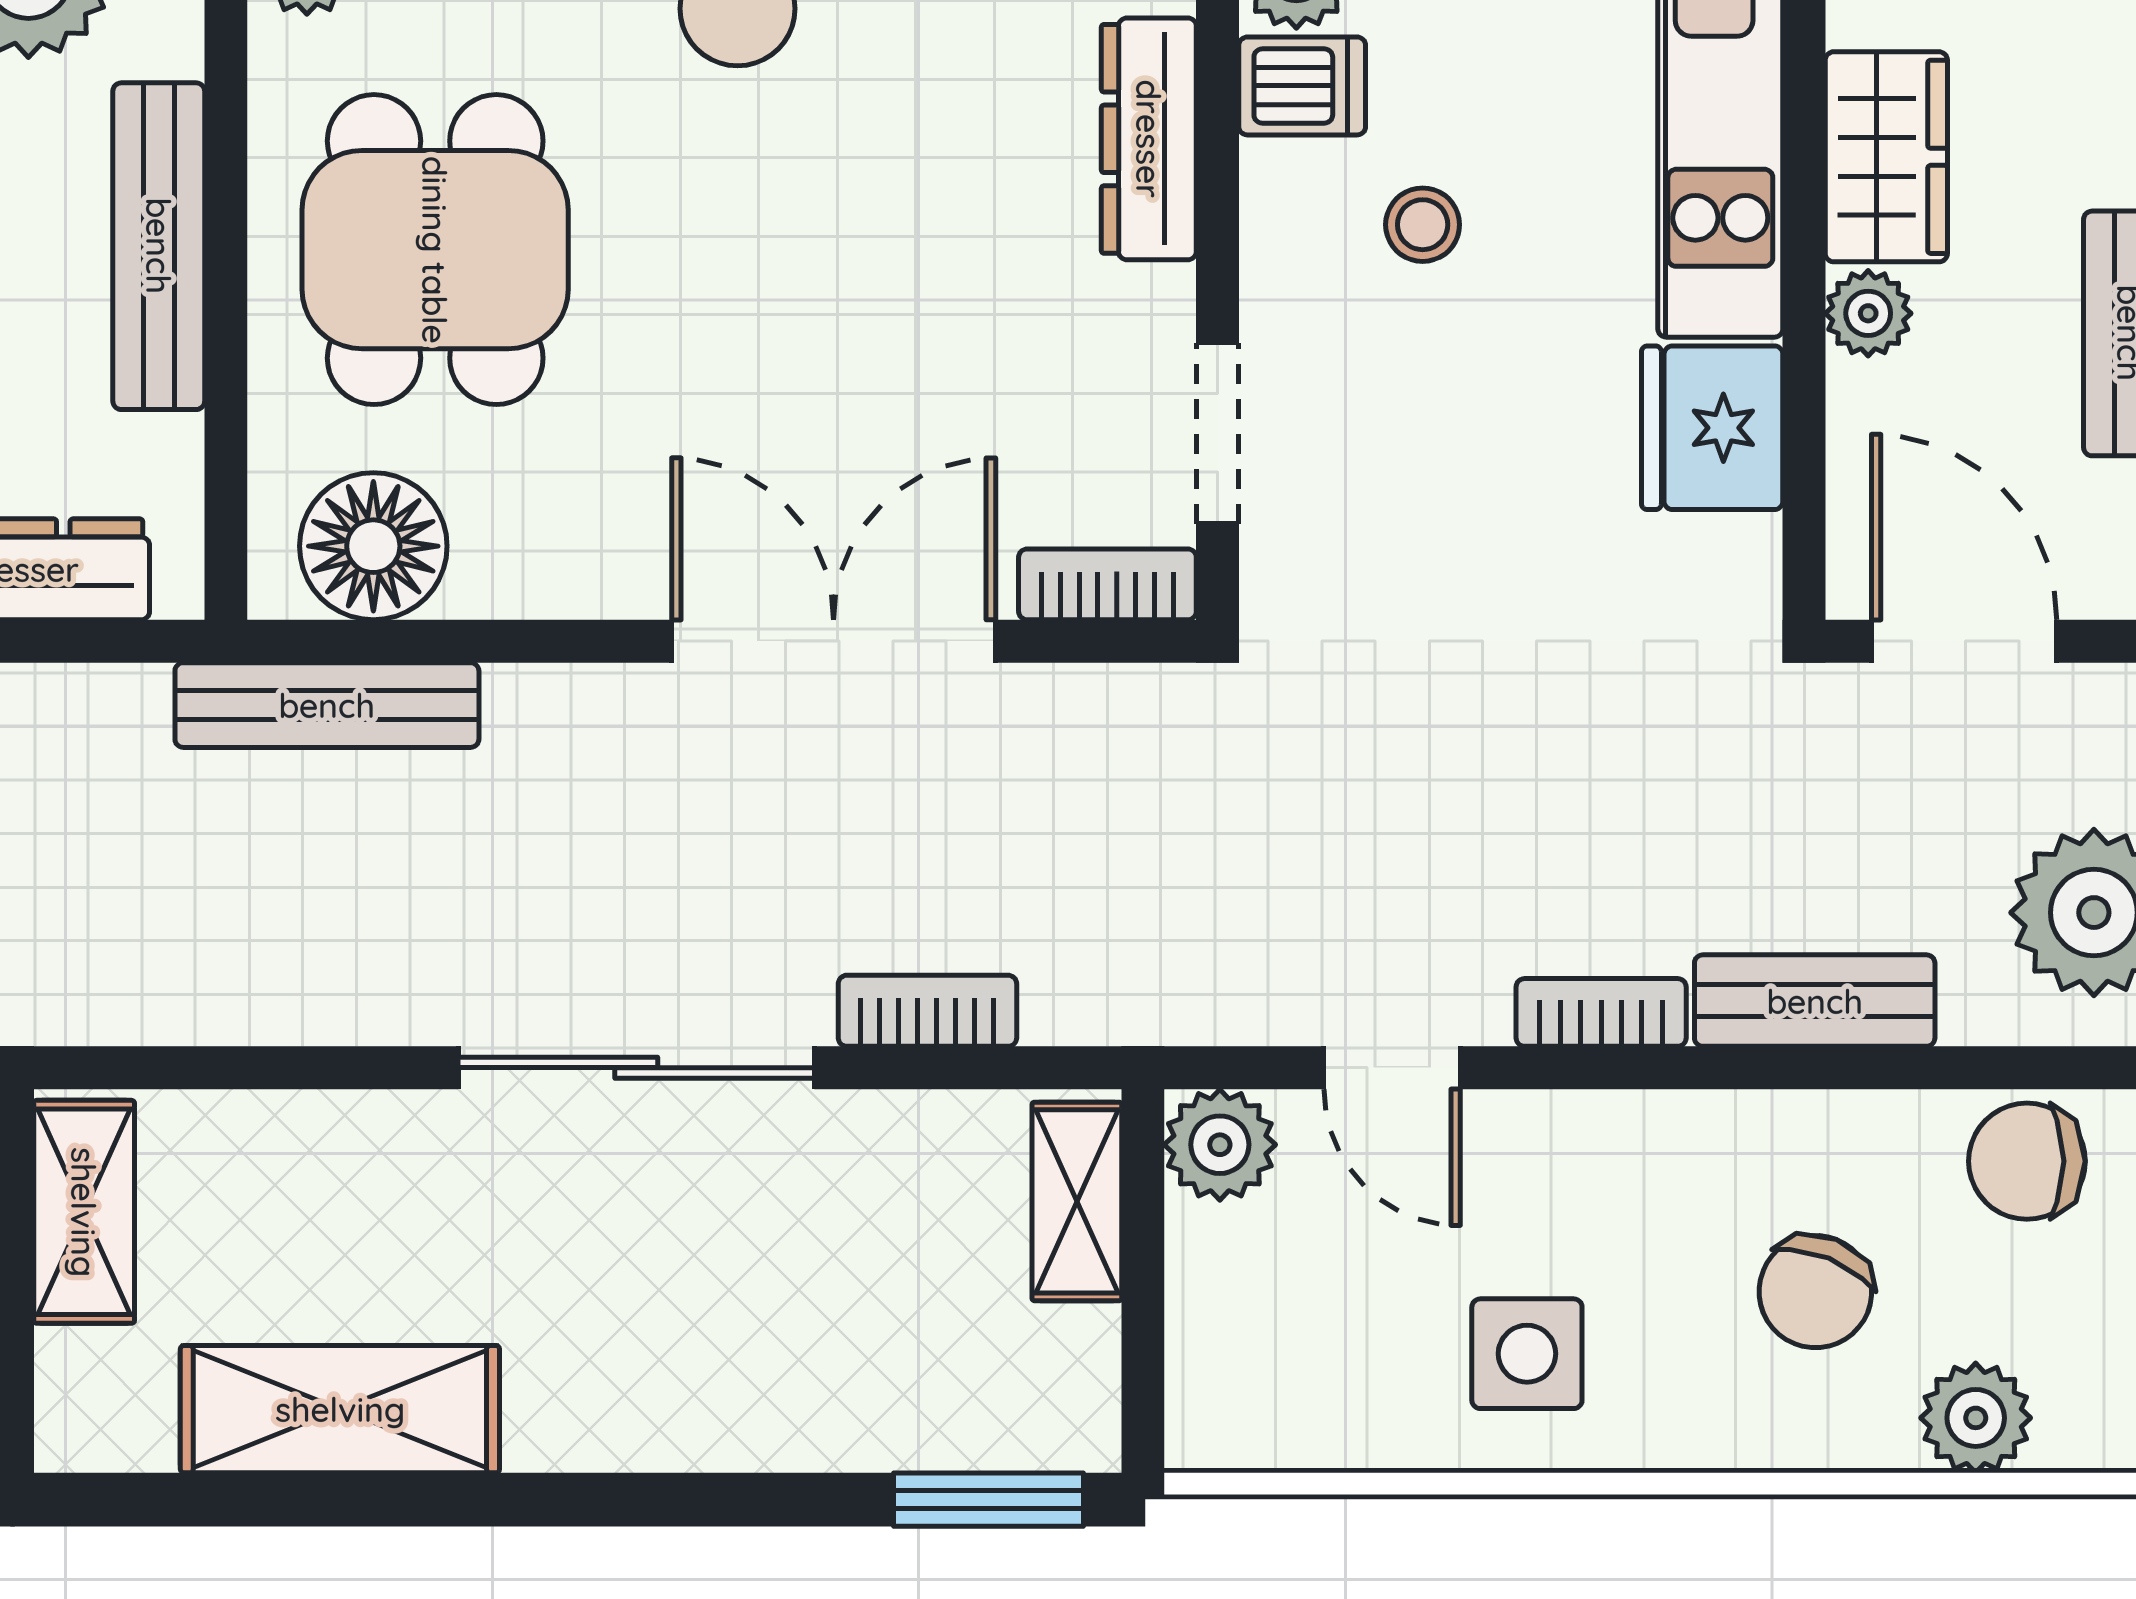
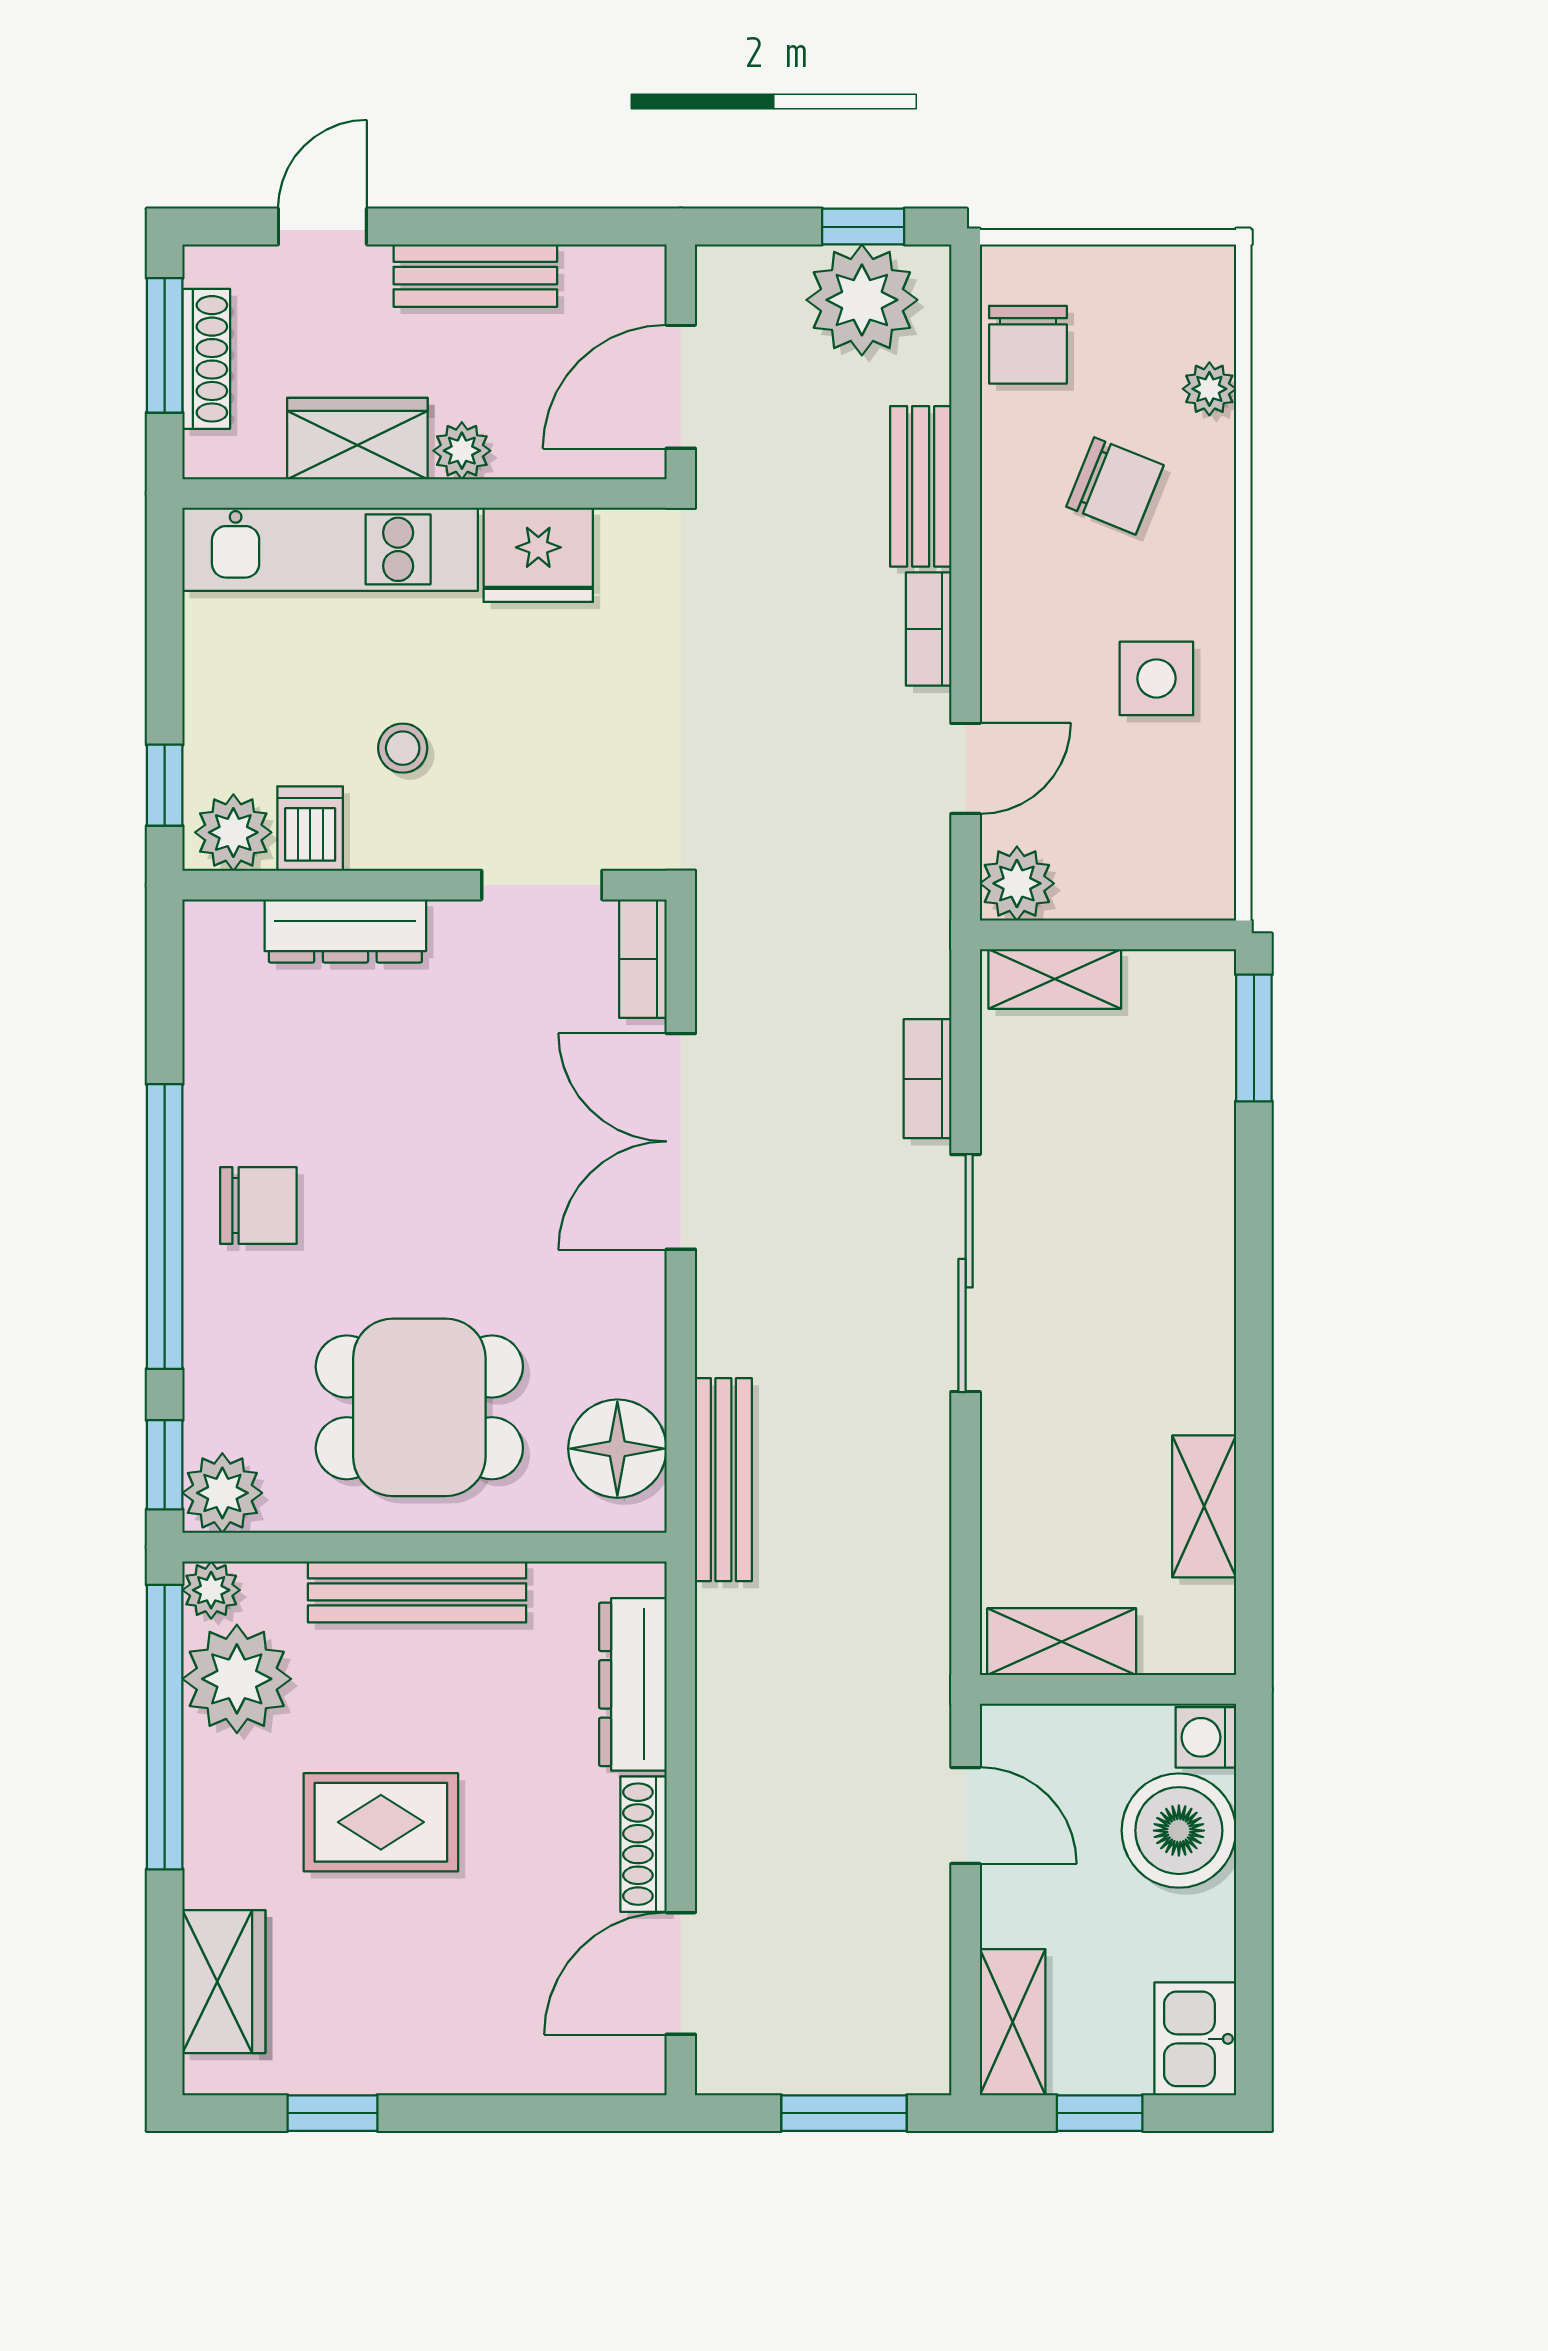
shelving: (340, 1409) -> (1204, 1506), width x0.67, depth x0.75
plant: (1976, 1418) -> (1209, 389), width x0.73, depth x0.73

